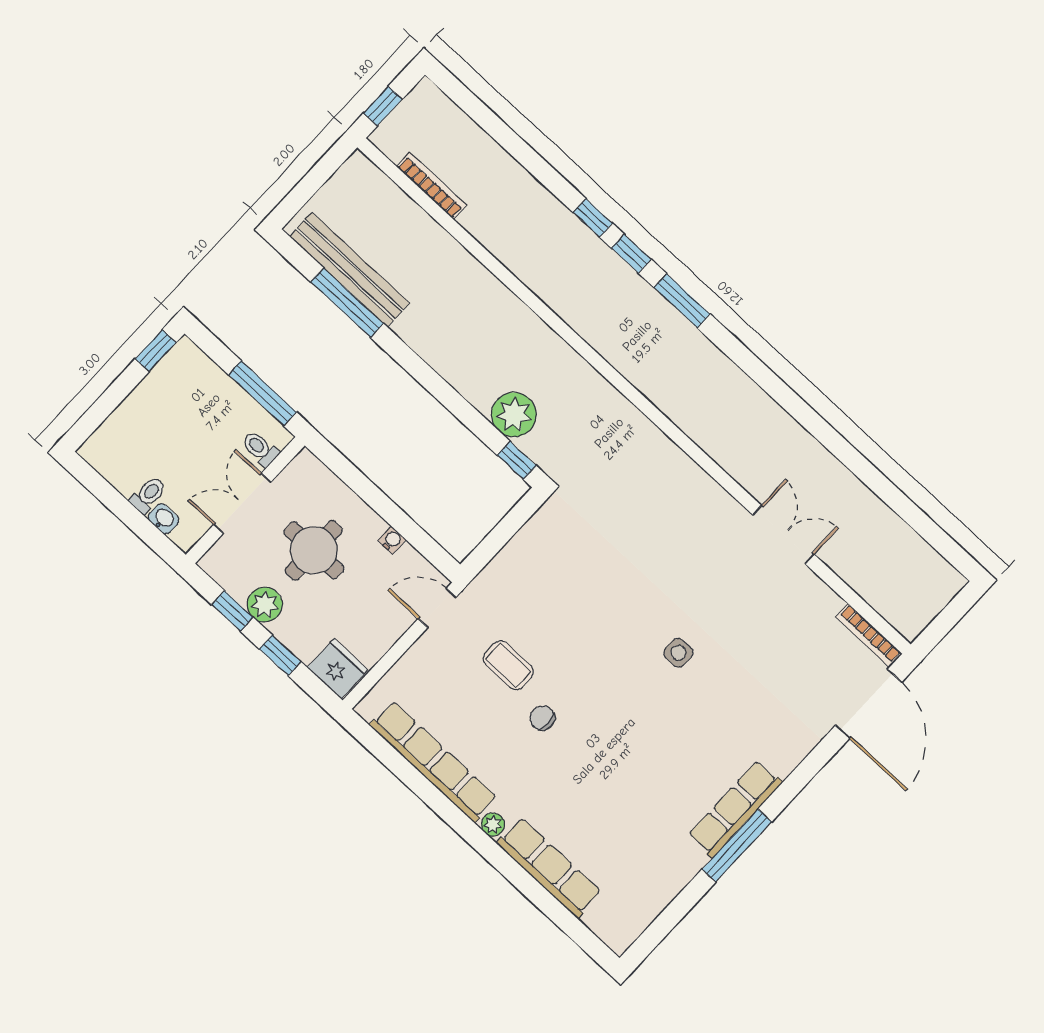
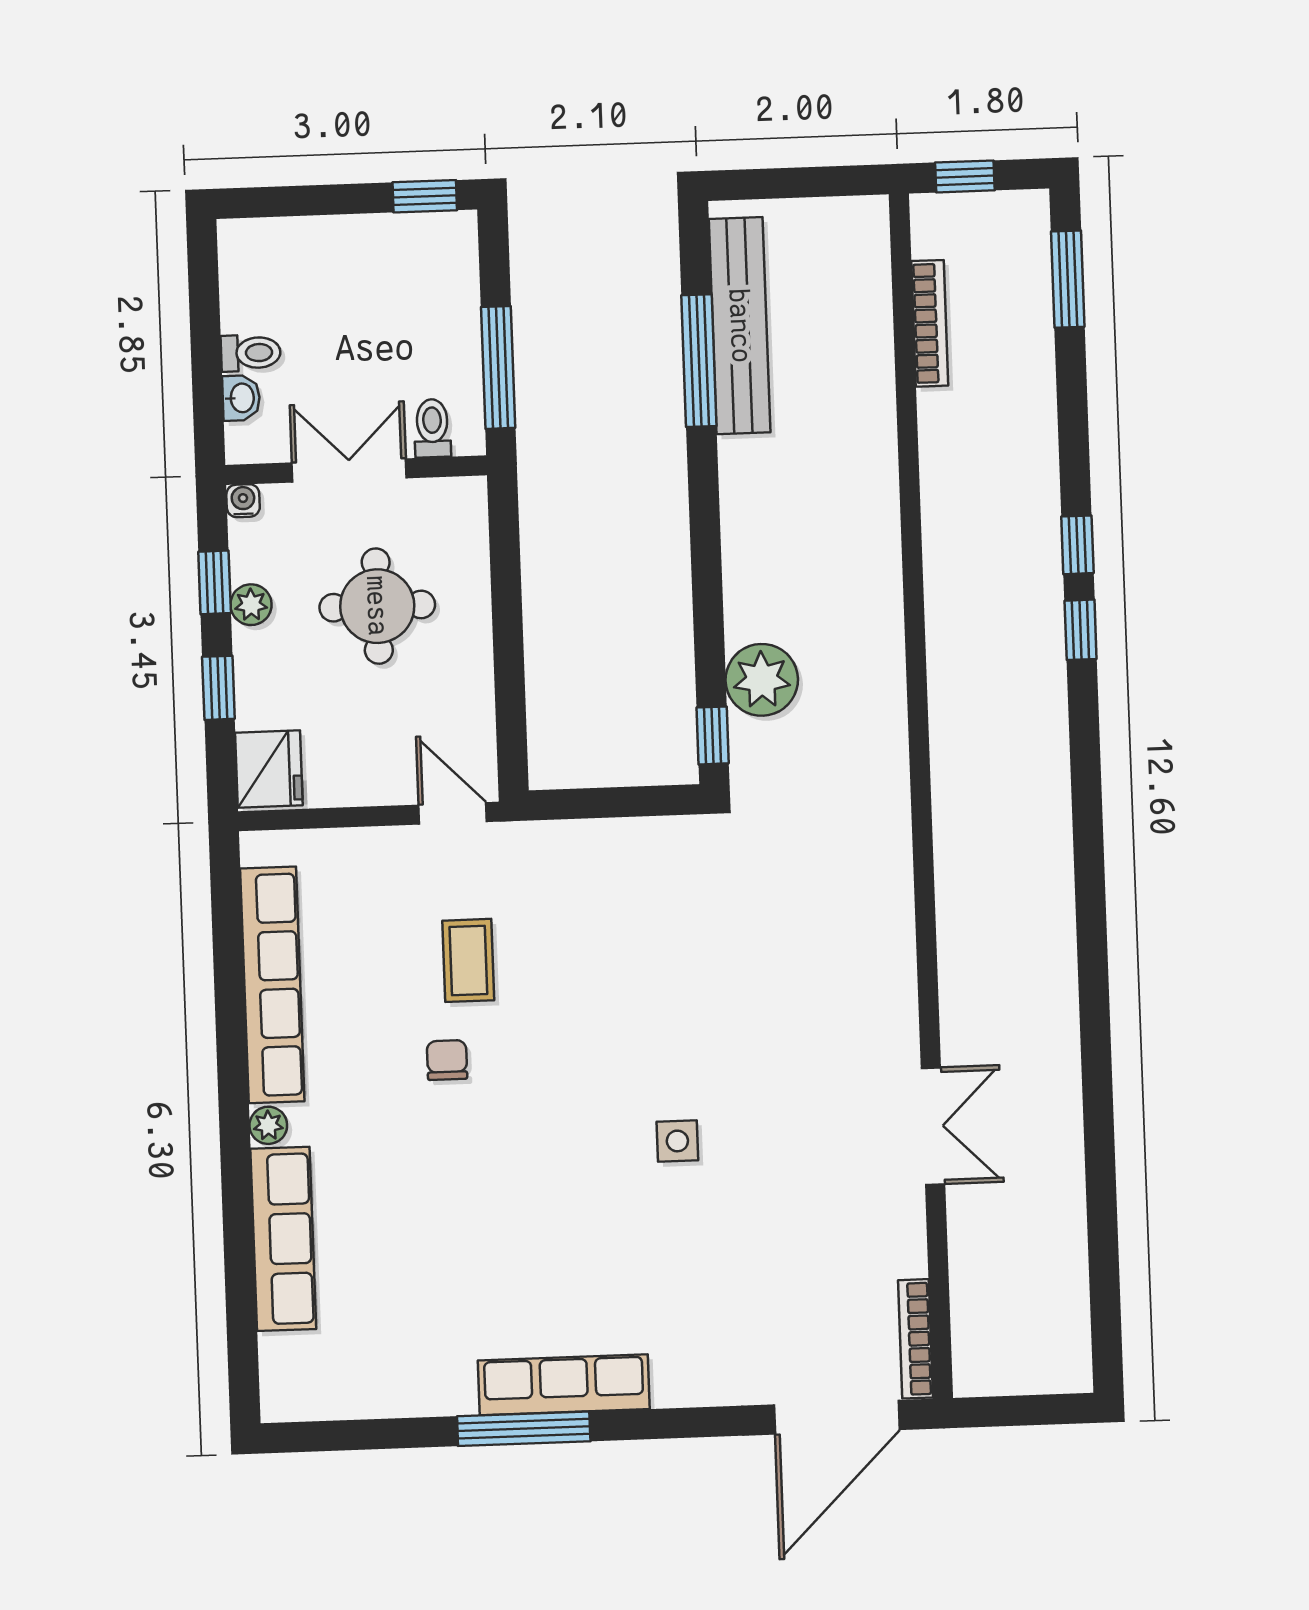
window: (682, 301) -> (1068, 279), moved
water cooler: (392, 540) -> (243, 501), moved, turned -90
plant: (265, 605) -> (251, 605), width x0.73, depth x0.73

